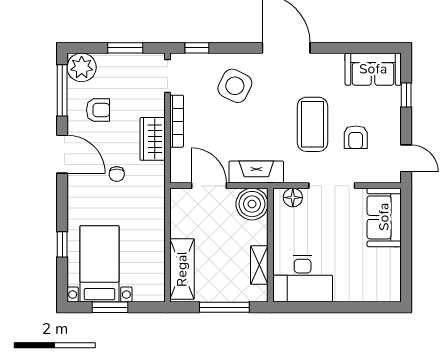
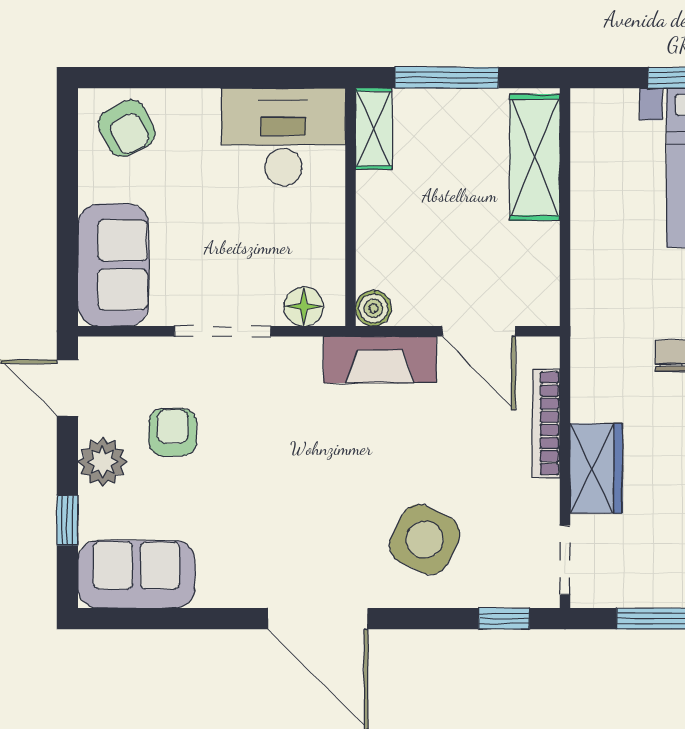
bookcase: (177, 121) -> (546, 423), moved
plant: (389, 123) -> (102, 462), added
coffee table: (312, 124) -> (263, 459), removed
wardrobe: (153, 139) -> (596, 468), moved
boiler: (252, 204) -> (373, 308), width x0.54, depth x0.54
shelving: (259, 265) -> (374, 129), moved
armchair: (378, 283) -> (127, 128), added

